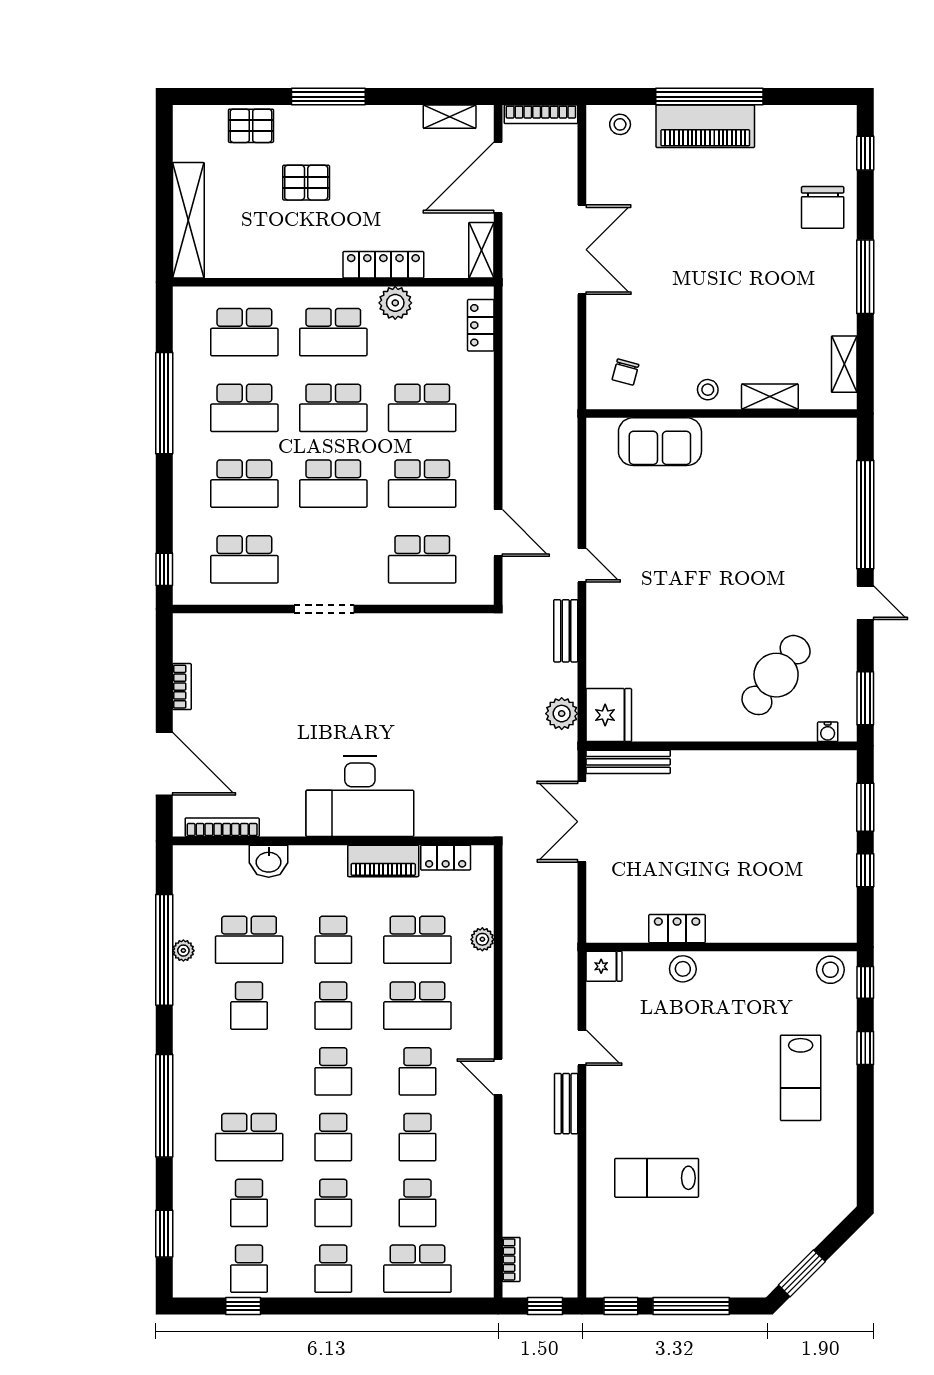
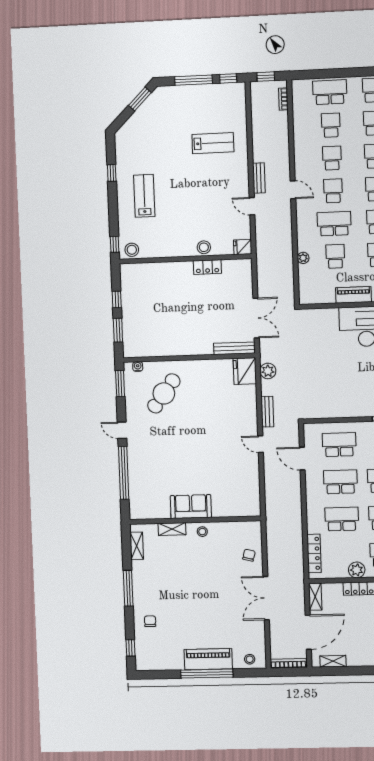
chair: (823, 207) -> (150, 621), width x0.54, depth x0.54
locker: (481, 325) -> (314, 553), width x1.53
chair: (625, 372) -> (249, 555), moved
sofa: (660, 442) -> (191, 507), moved
locker: (446, 858) -> (323, 298), removed
school desk: (417, 940) -> (335, 256), width x0.54
window: (865, 1048) -> (112, 173), moved

